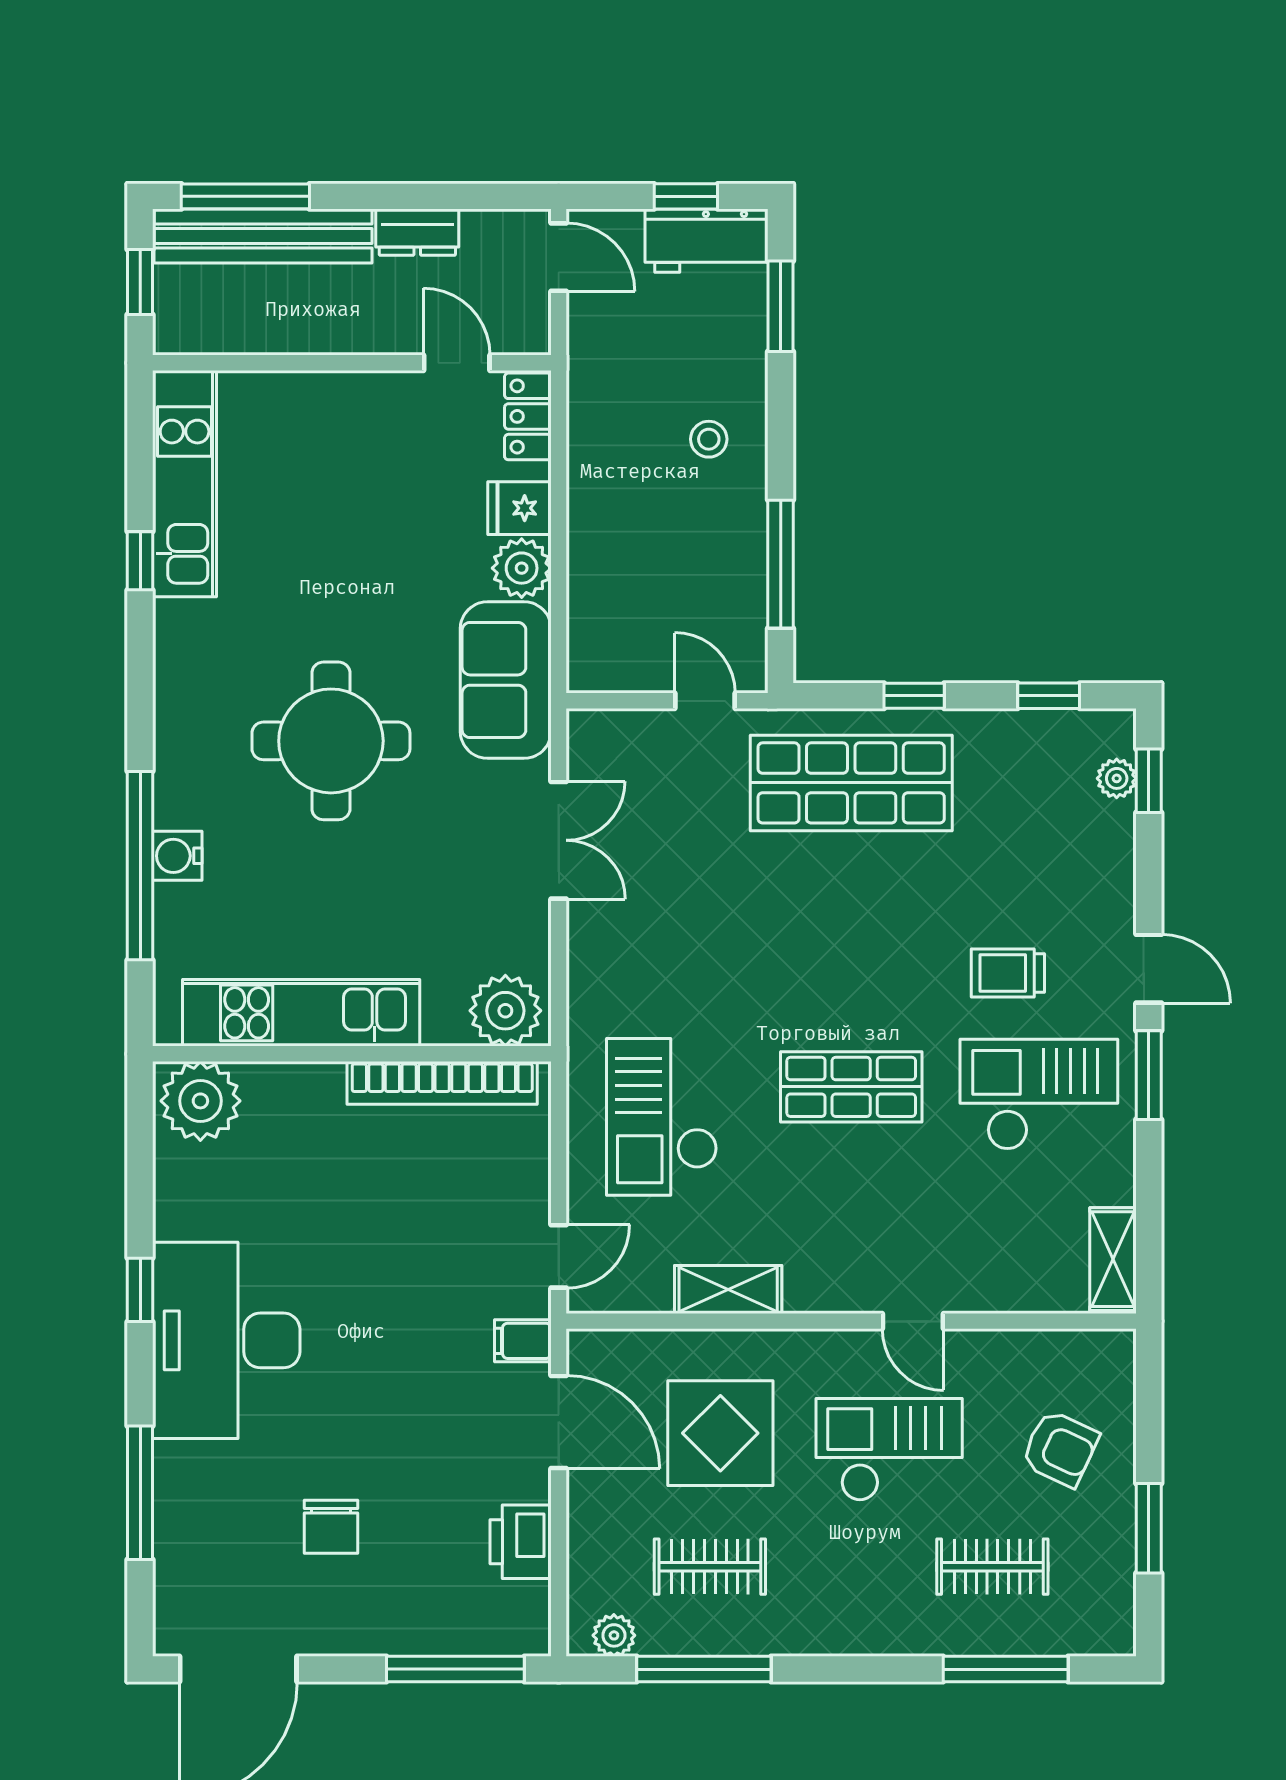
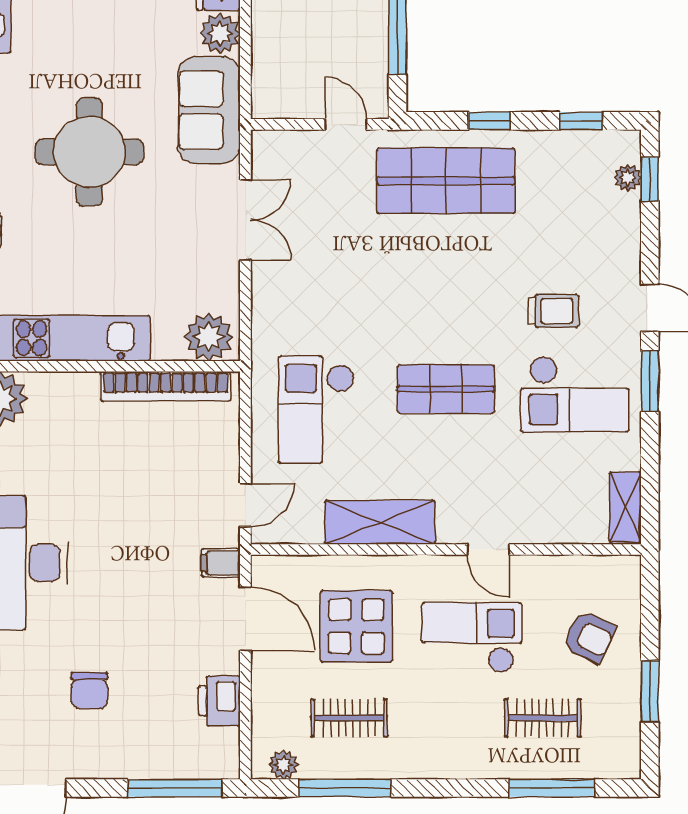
trolley: (1008, 973) -> (553, 311), turned 180
checkout: (1039, 1094) -> (575, 394), turned 180
shelving: (728, 1289) -> (380, 522), width x1.50, depth x1.33

